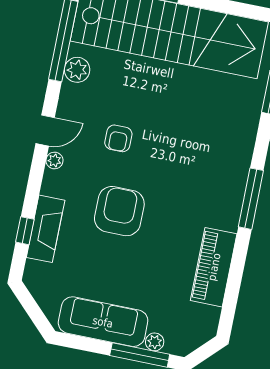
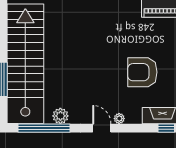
armchair: (118, 138) -> (98, 82), removed

